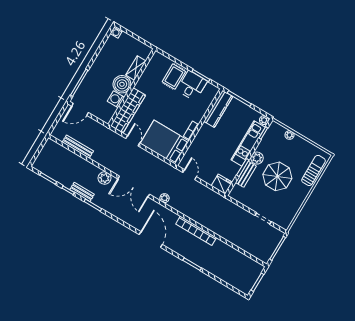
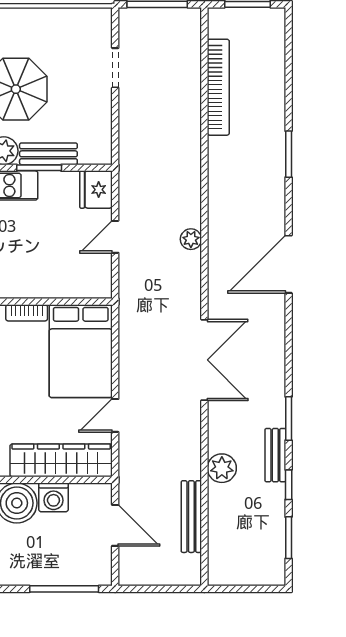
door: (80, 109) -> (115, 525), moved
door: (190, 175) -> (115, 237), moved
plant: (105, 178) -> (222, 468), moved
plant: (164, 198) -> (191, 239), moved
bookcase: (196, 231) -> (218, 87), moved

